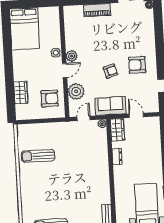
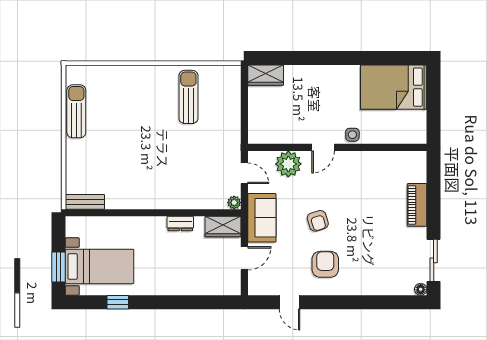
plant: (72, 56) -> (346, 160), removed
door: (65, 70) -> (323, 147), hinge flipped
wardrobe: (21, 92) -> (266, 75), moved
armchair: (50, 99) -> (279, 121), removed

